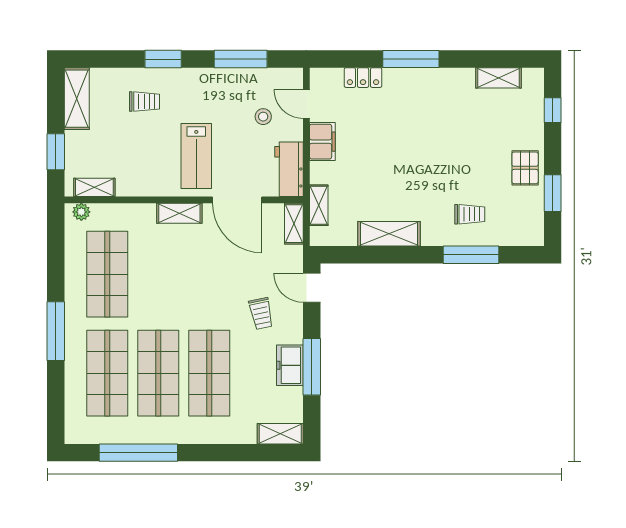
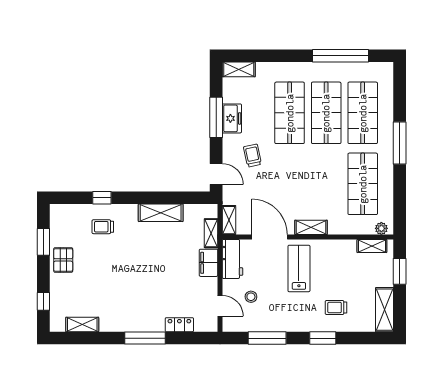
filing cabinet: (322, 142) -> (209, 263), moved
window: (471, 255) -> (102, 198), width x0.46

